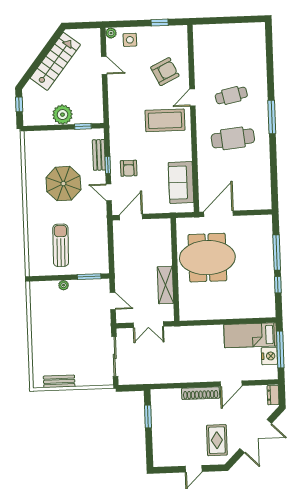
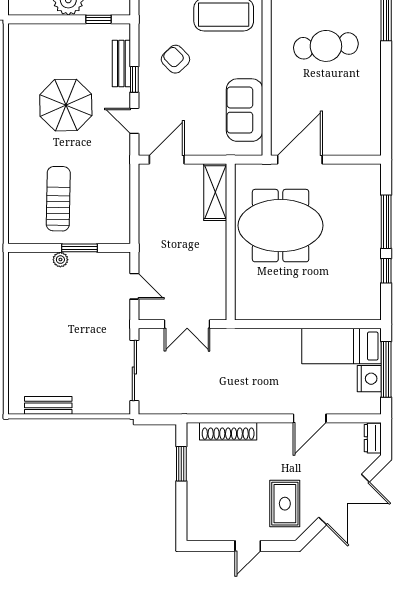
armchair: (129, 168) -> (175, 59), moved, turned 136
window: (89, 277) -> (80, 248), moved
shelving: (165, 285) -> (215, 192), moved
shoe rack: (201, 393) -> (228, 431), moved

